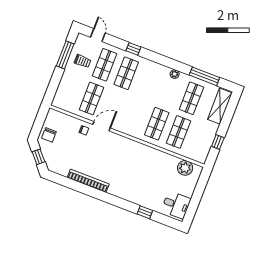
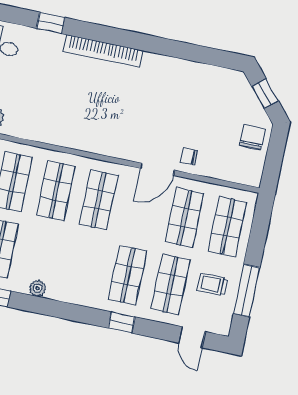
shop shelf: (70, 90) -> (227, 227), added
shop shelf: (135, 115) -> (99, 200), added
bookcase: (88, 181) -> (103, 51), moved

